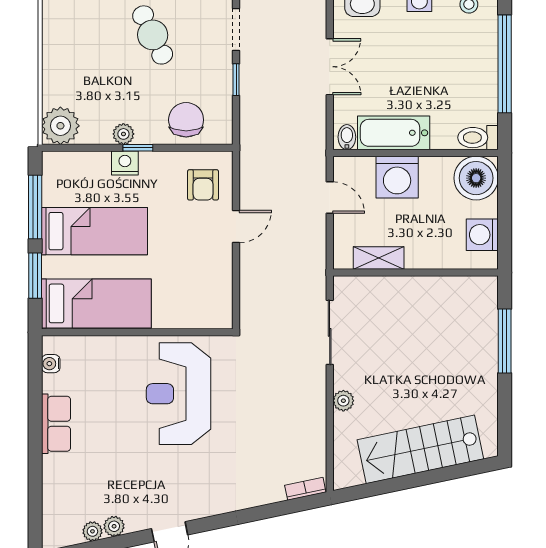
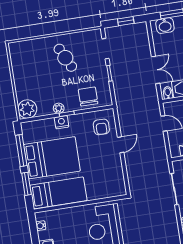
double door: (330, 67) -> (156, 70), moved
bed: (94, 231) -> (52, 158), width x1.50

